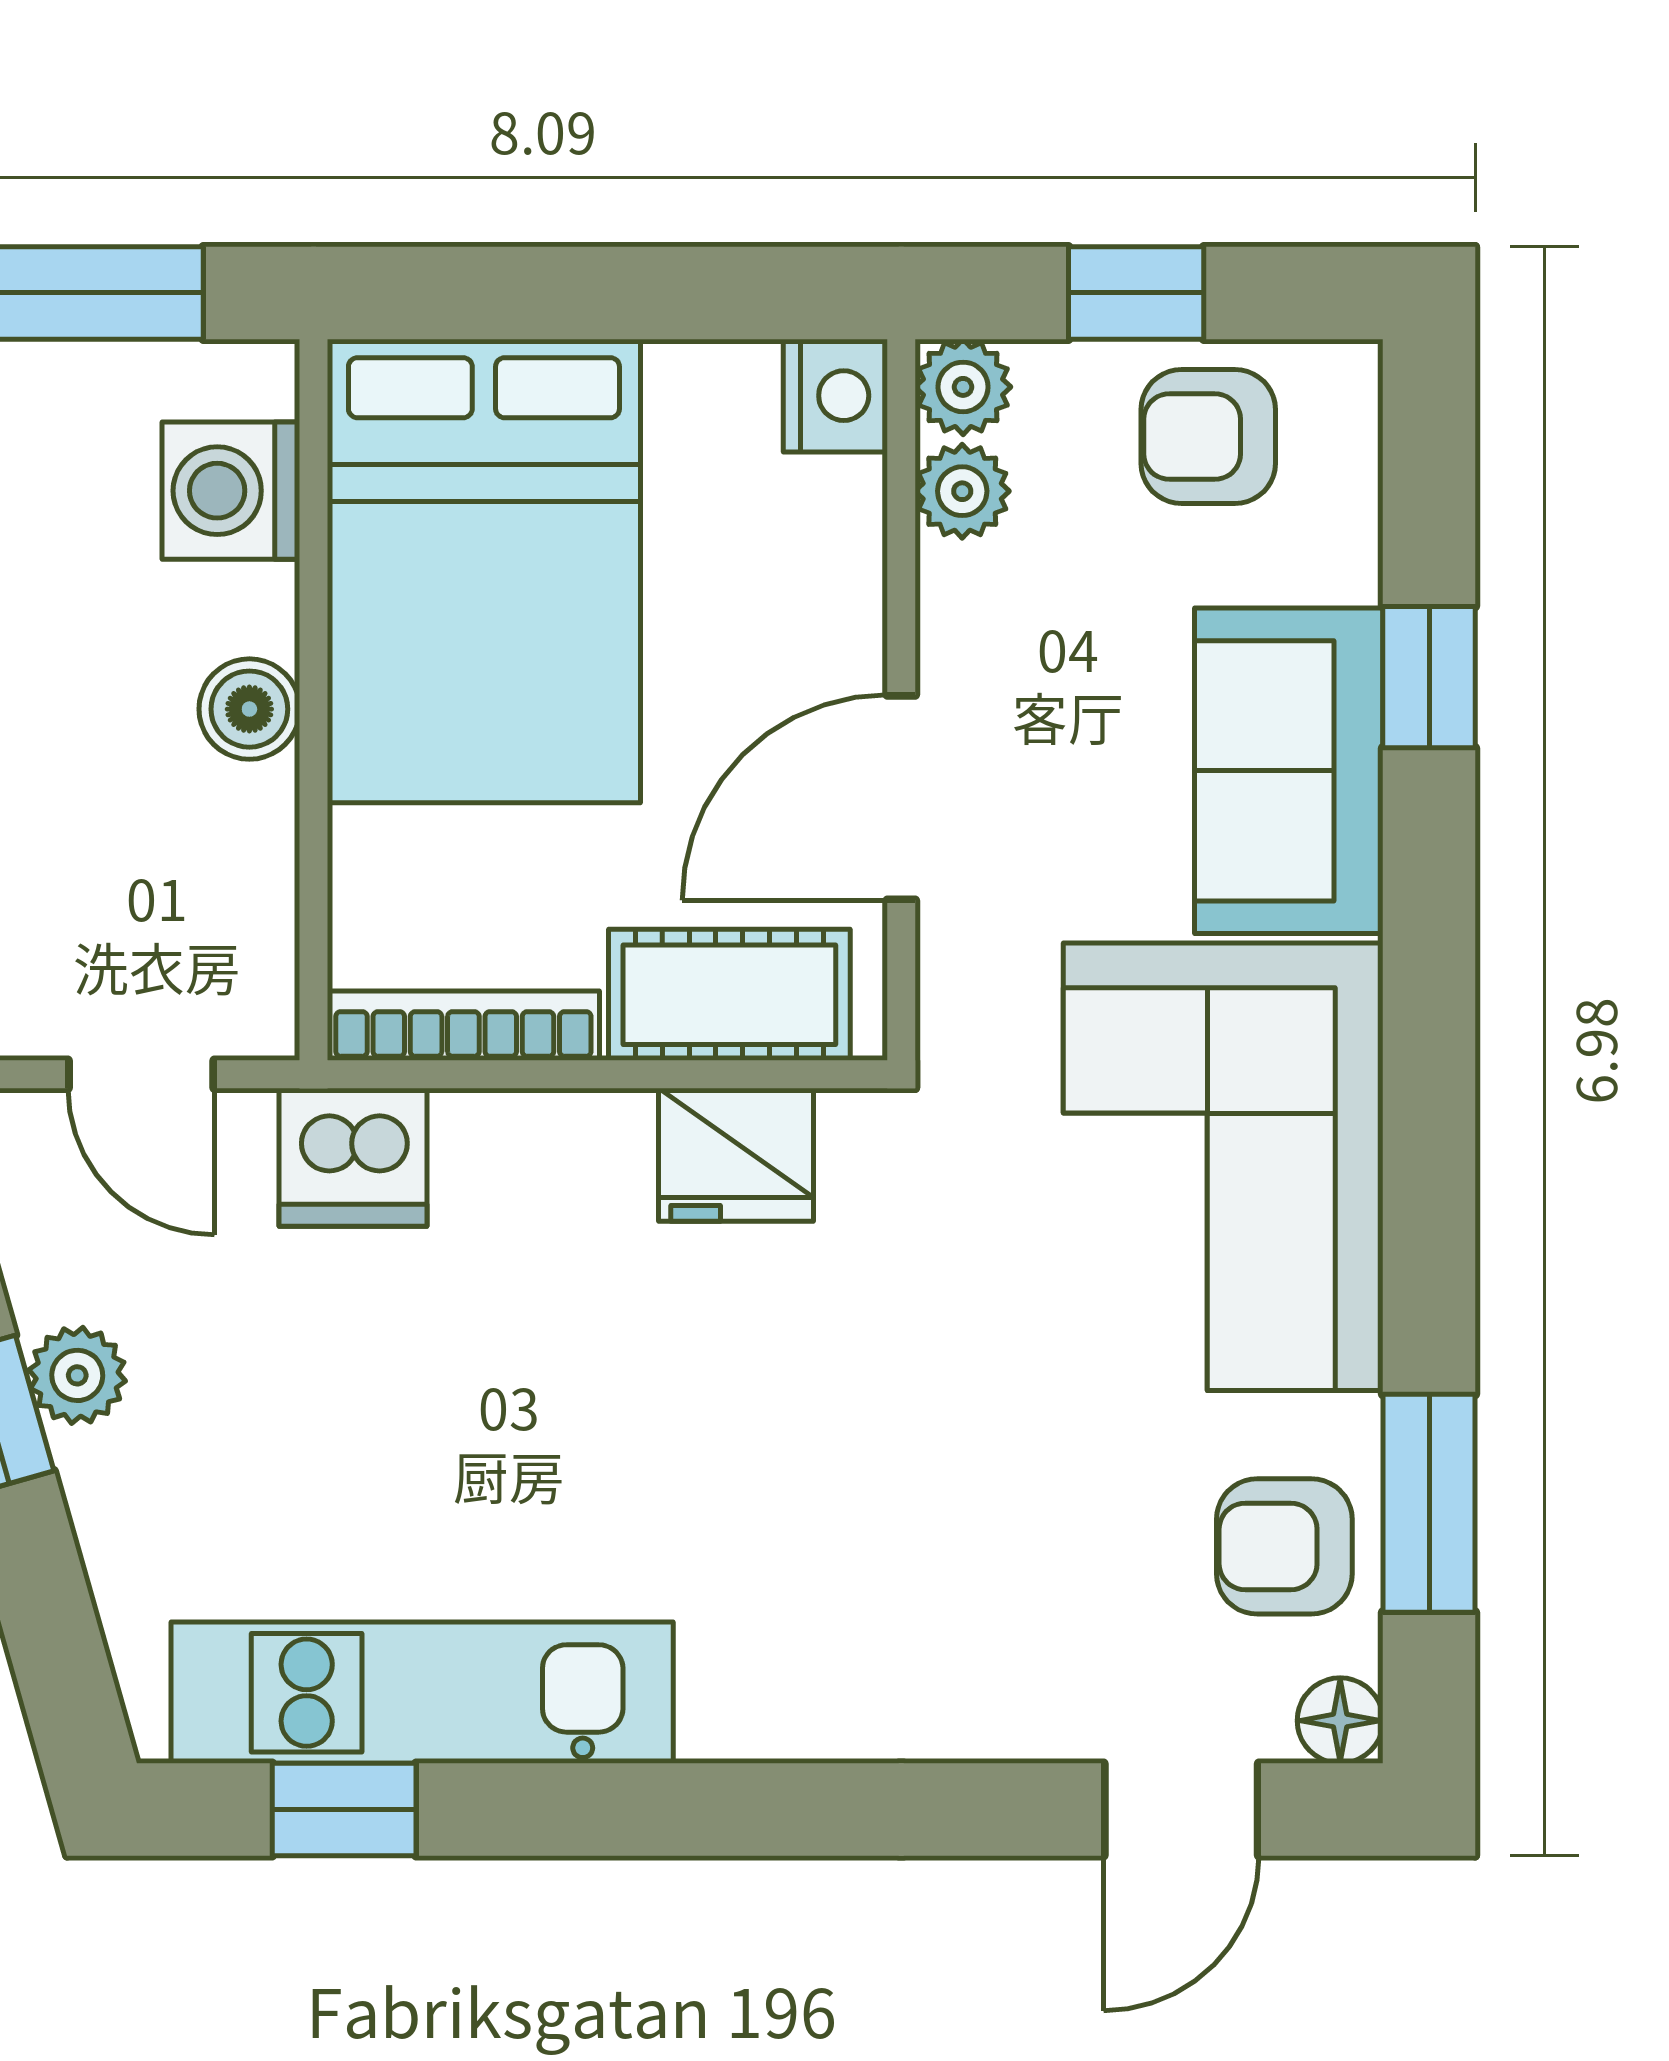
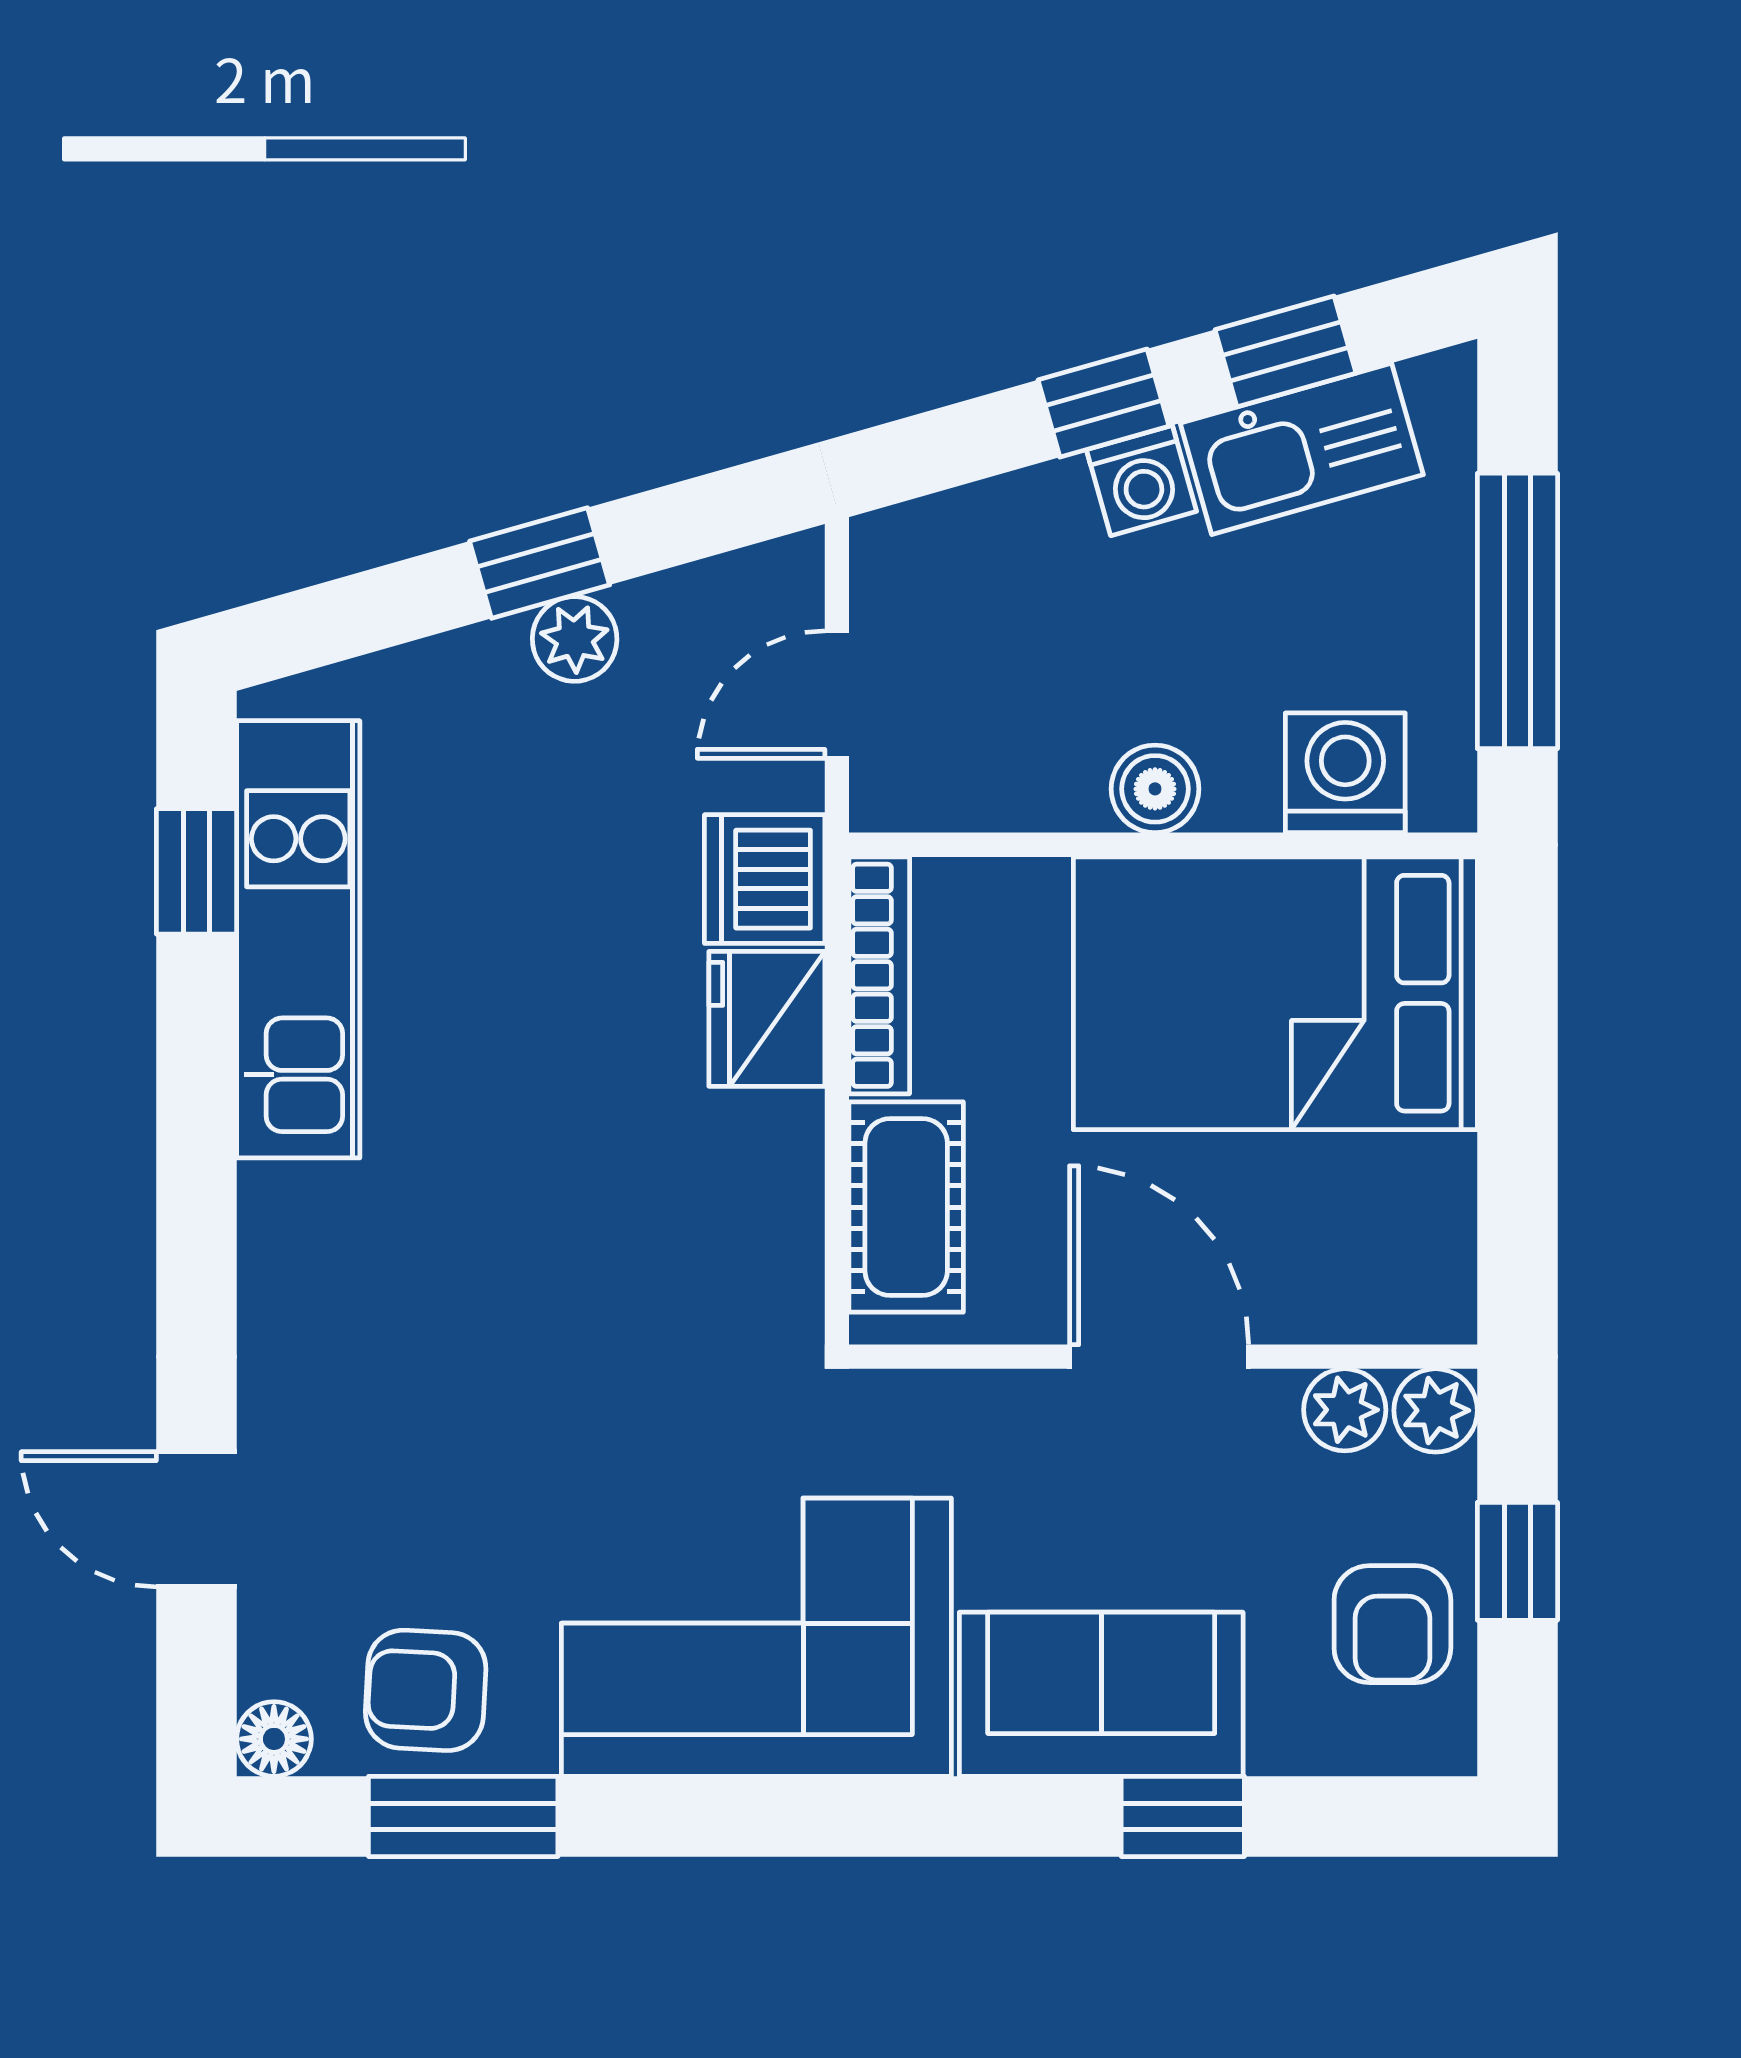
nightstand: (835, 396) -> (1428, 1299), removed
armchair: (1208, 437) -> (1392, 1624), turned 180
door: (901, 798) -> (1159, 1357), moved
fridge: (736, 1155) -> (767, 1019), moved
armchair: (1284, 1546) -> (426, 1690), turned -87
door: (1181, 1809) -> (197, 1519), moved

